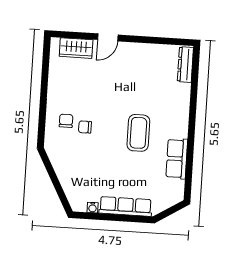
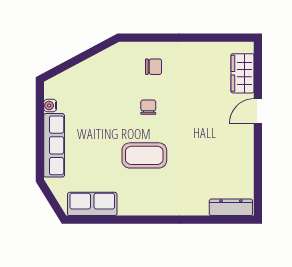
door: (108, 37) -> (258, 111), hinge flipped
chair: (85, 127) -> (148, 107), moved
row of seats: (177, 159) -> (92, 204), moved

